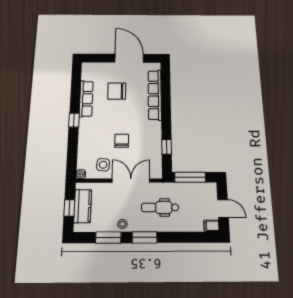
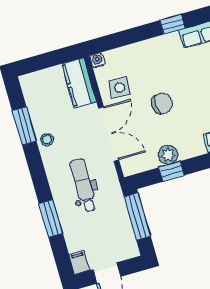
plant: (155, 146) -> (168, 155), added
kitchen counter: (83, 206) -> (79, 83), moved, turned 90
window: (69, 208) -> (47, 60), removed
window: (145, 237) -> (51, 218), moved

